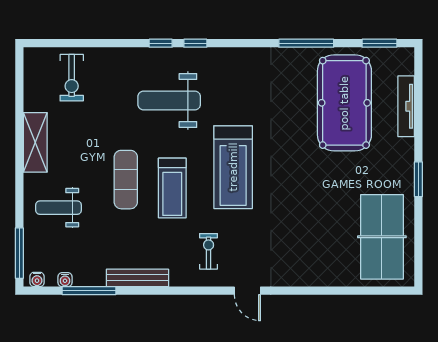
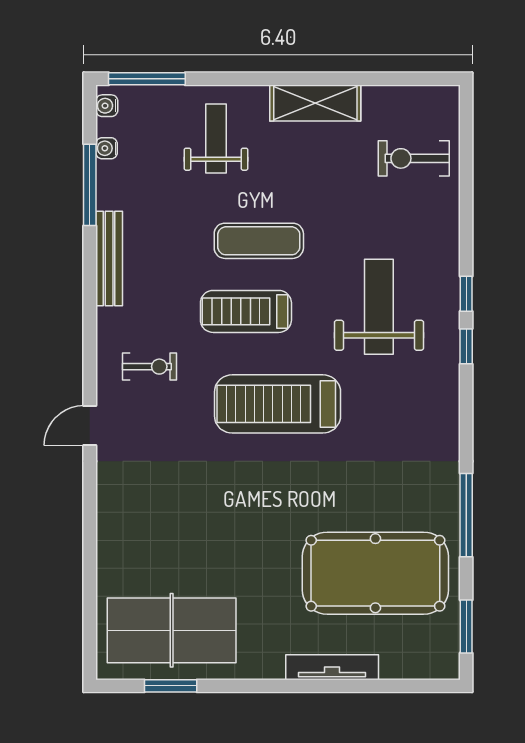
tv unit: (406, 106) -> (332, 667), moved
window: (418, 179) -> (171, 686), moved

